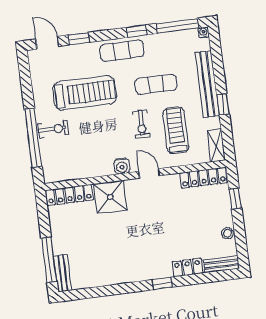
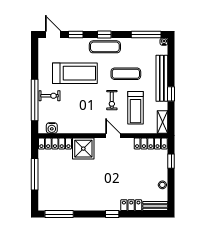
window: (137, 31) -> (104, 34), moved
treadmill: (176, 130) -> (136, 108), turned 180
water cooler: (122, 166) -> (52, 128), moved
window: (49, 260) -> (35, 174), moved
bench: (63, 273) -> (43, 198), removed
window: (88, 293) -> (59, 214), added

